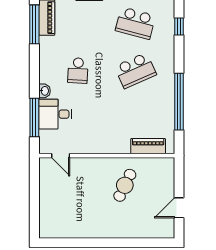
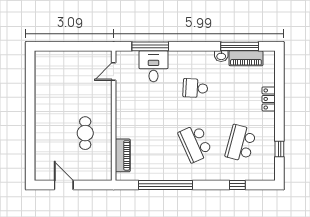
washbasin: (45, 91) -> (221, 56), moved
cafe table: (125, 185) -> (85, 133), turned 64

